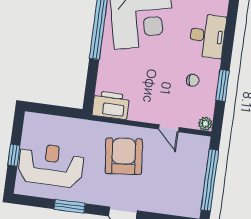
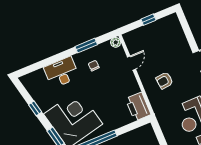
armchair: (124, 156) -> (164, 81), width x0.53, depth x0.53
window: (210, 180) -> (148, 20), width x0.32

